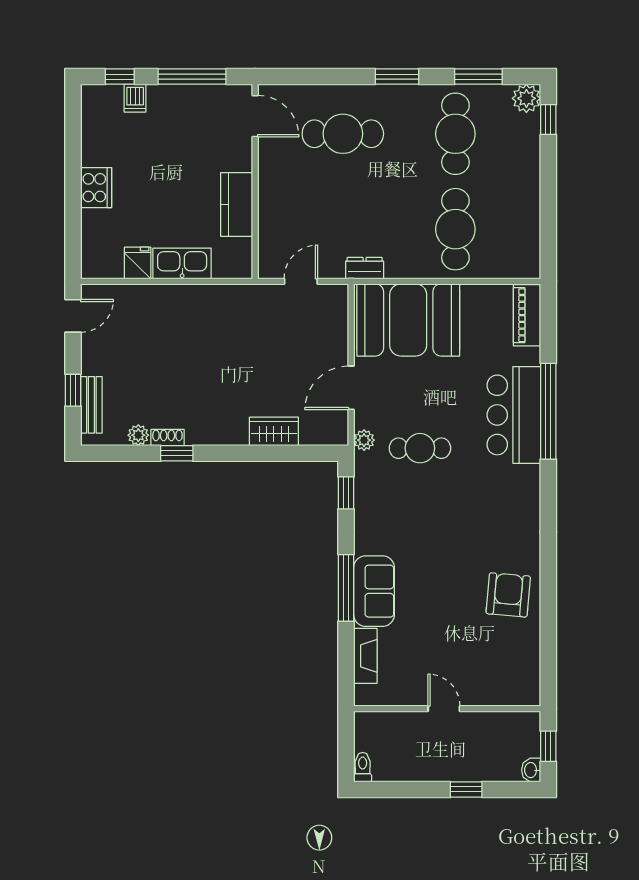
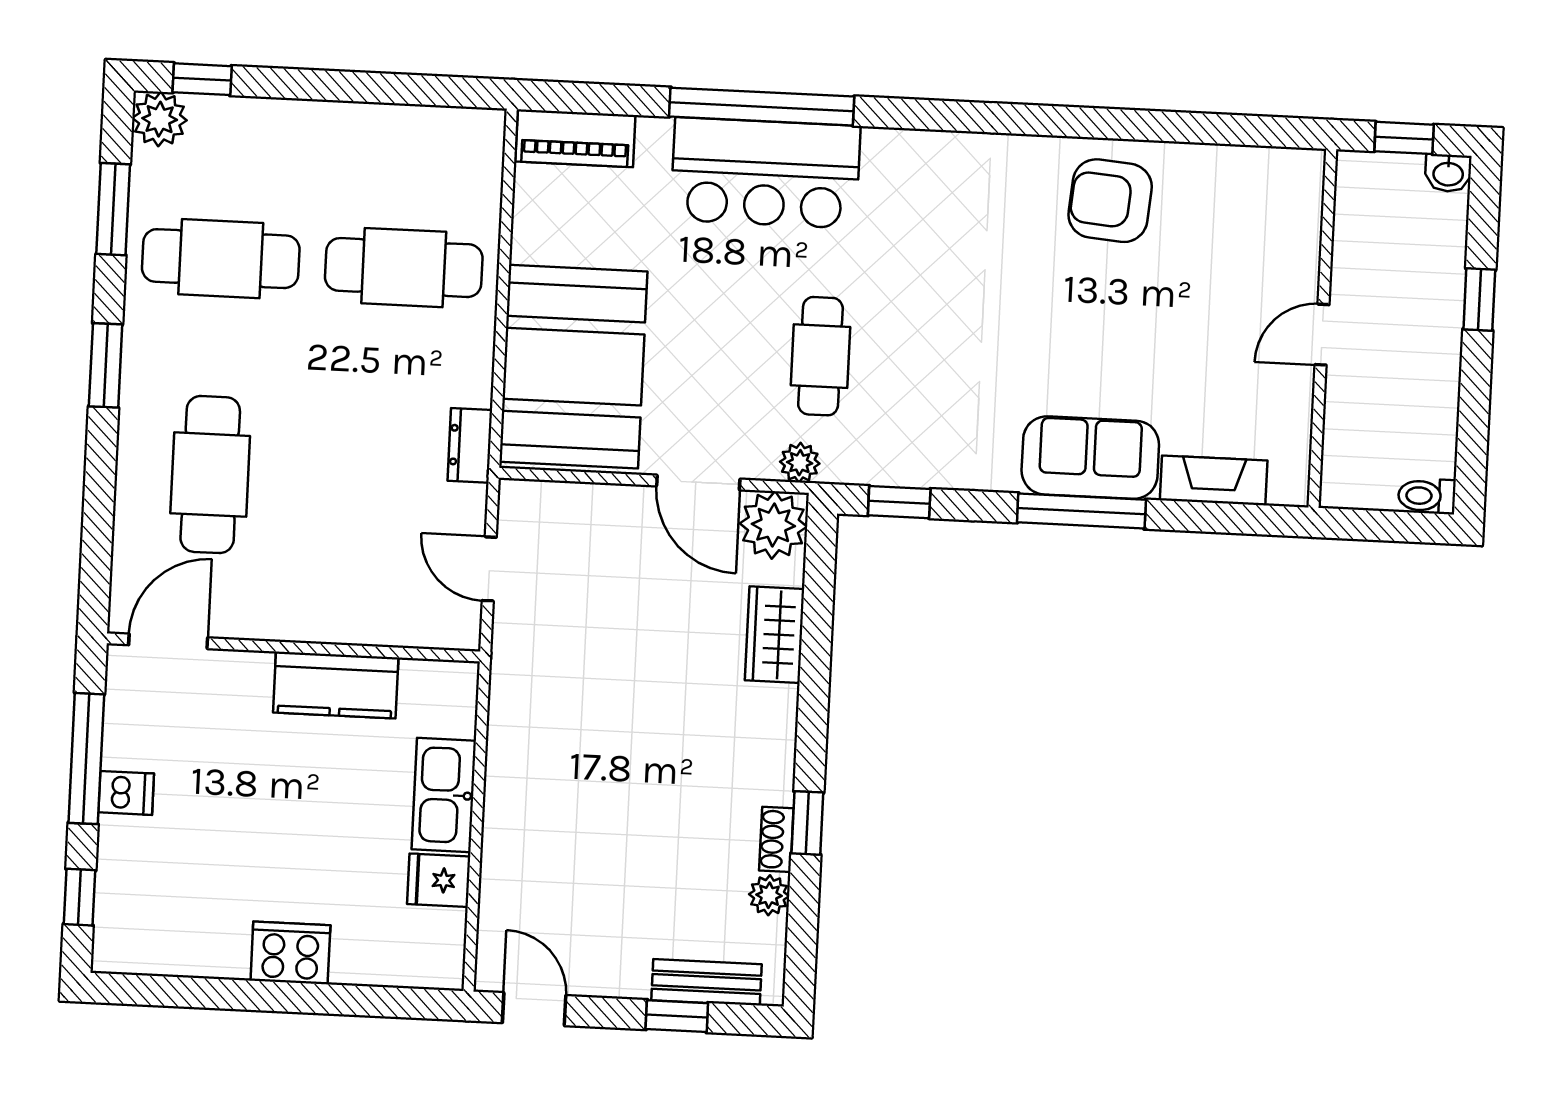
dishwasher: (135, 98) -> (126, 793), moved
plant: (331, 428) -> (773, 525), added

